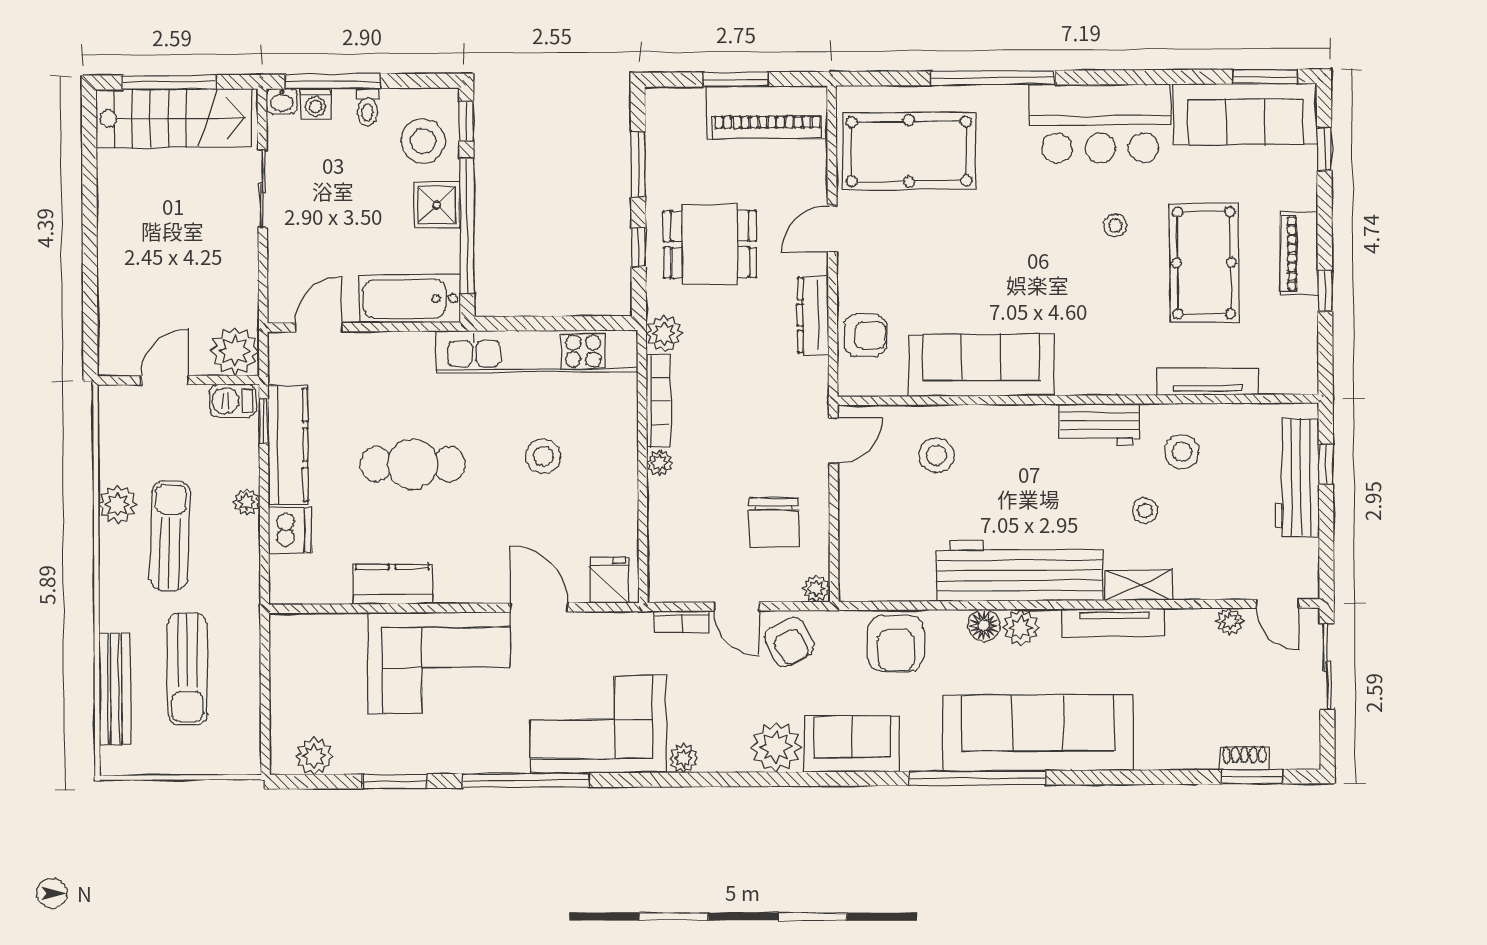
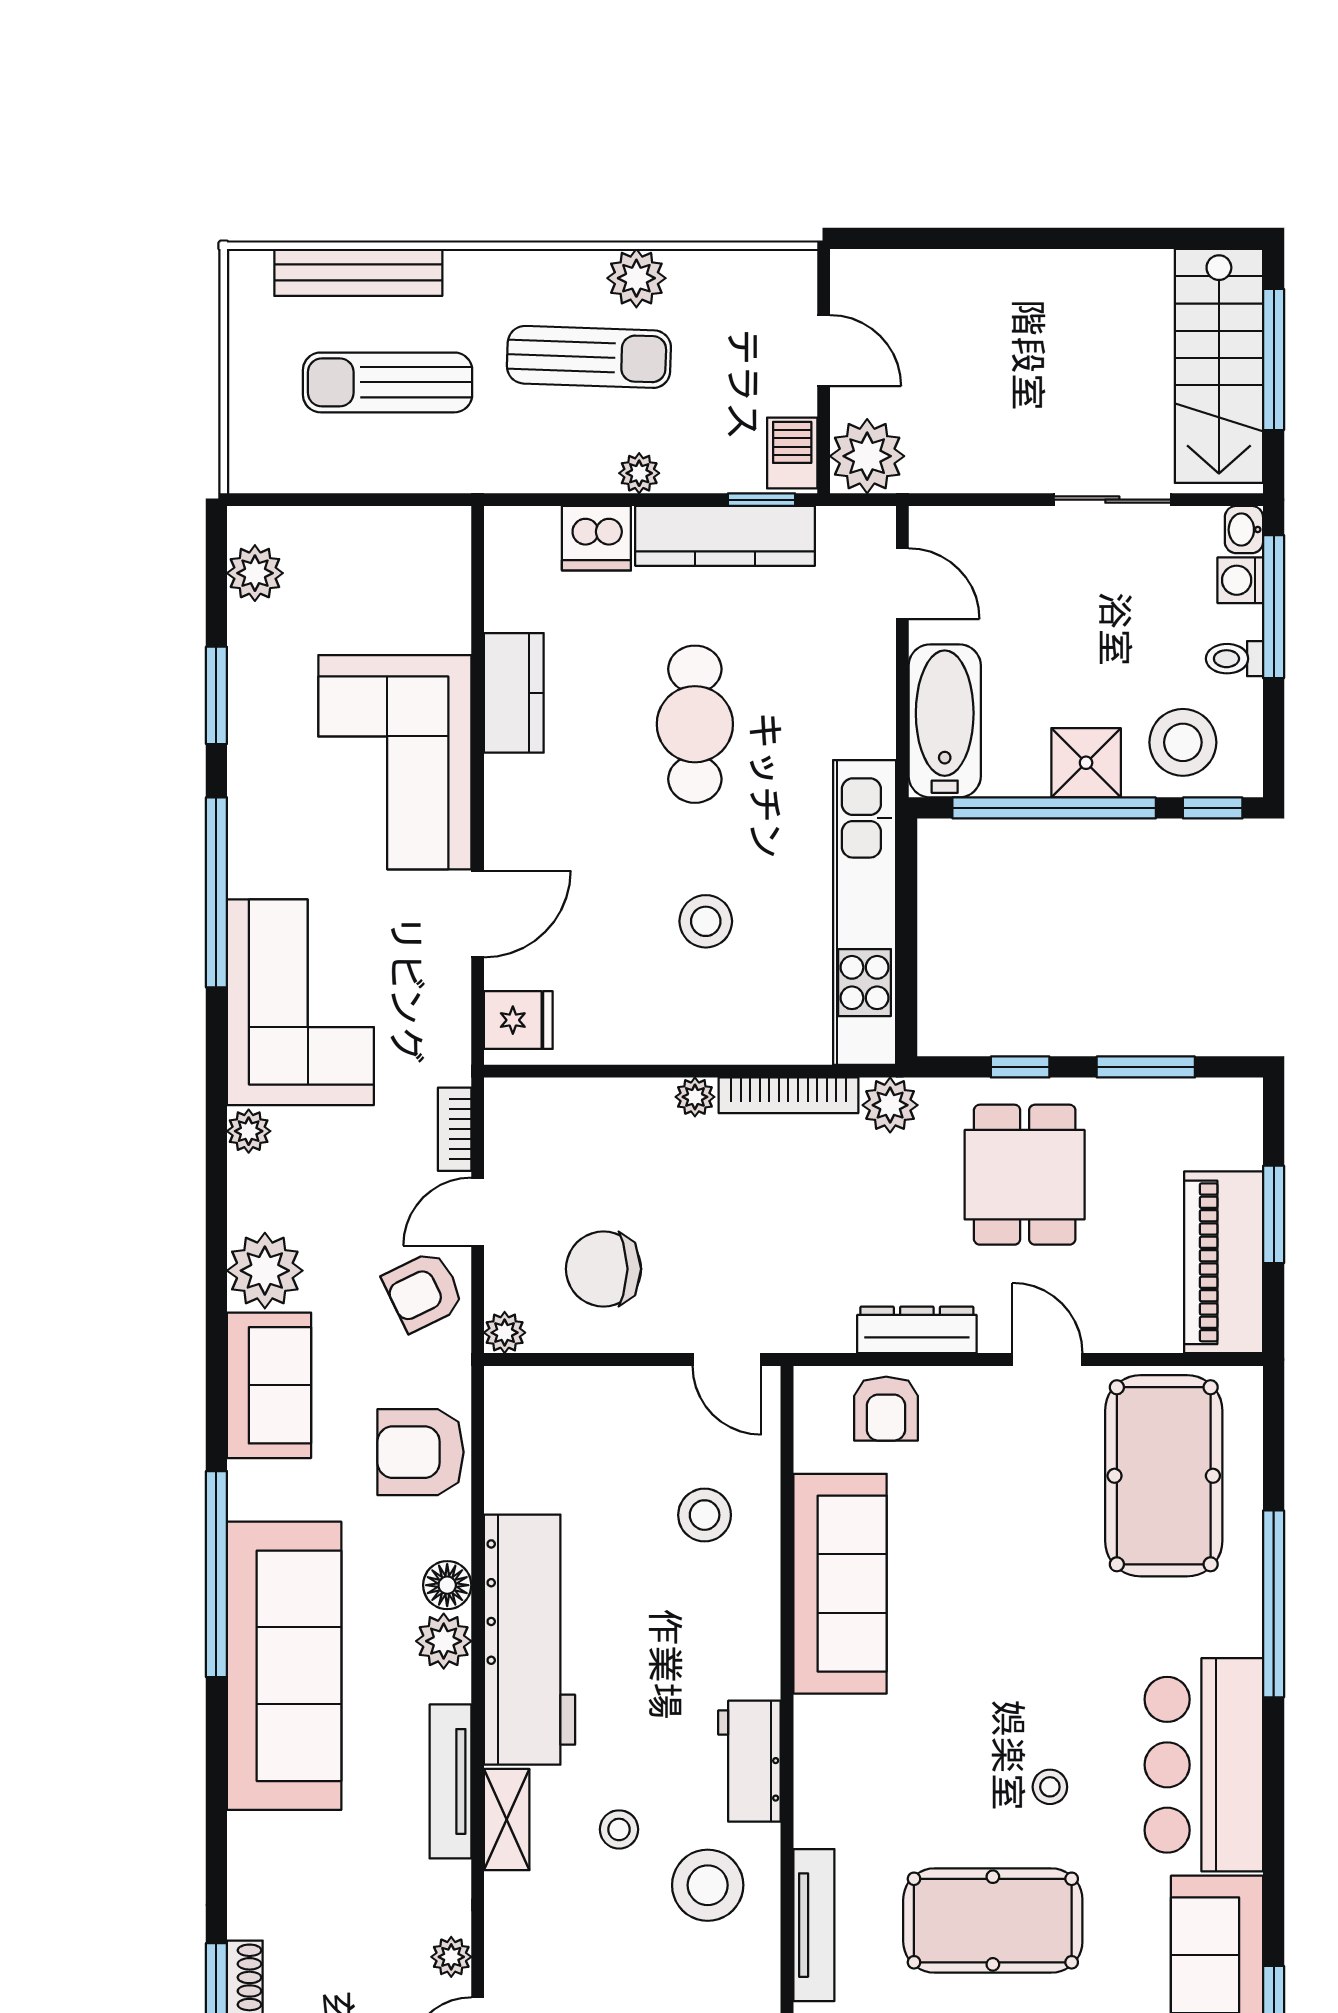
stool: (1182, 452) -> (708, 1885), width x1.38, depth x1.38

